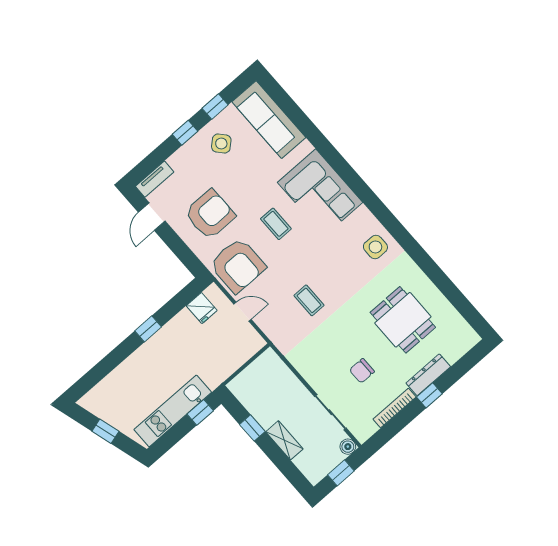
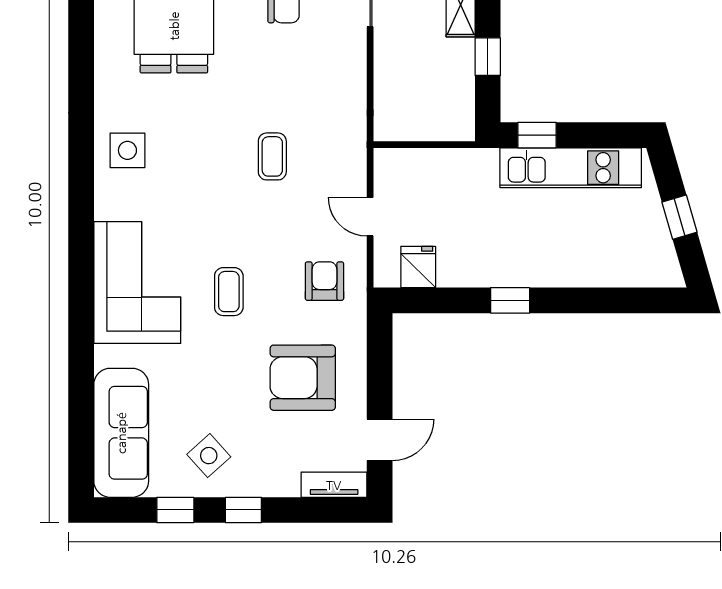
armchair: (238, 265) -> (324, 281), width x0.53, depth x0.53

